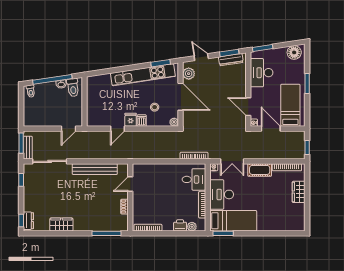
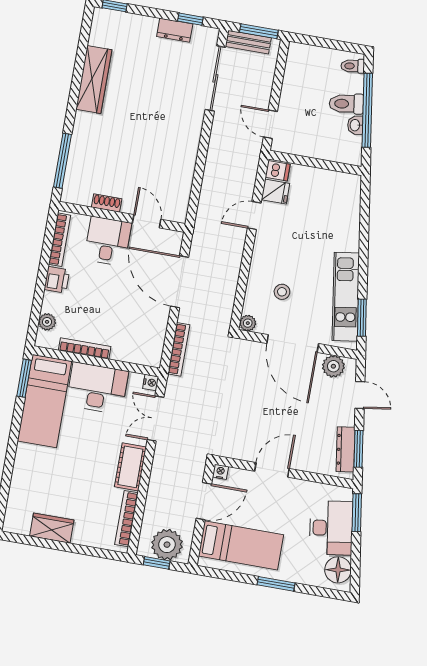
door: (201, 57) -> (360, 395), hinge flipped
desk: (262, 73) -> (331, 528), moved, turned 81
kitchen unit: (143, 75) -> (346, 297), width x0.73
toilet: (73, 88) -> (346, 104), moved
door: (181, 97) -> (293, 343), hinge flipped
door: (248, 107) -> (272, 470), moved
fridge: (131, 120) -> (275, 192), moved
dishwasher: (142, 121) -> (278, 171), moved
door: (117, 129) -> (254, 216), hinge flipped
plant: (297, 144) -> (167, 545), added
door: (159, 161) -> (180, 282), added
bench: (95, 169) -> (186, 160), removed
desk: (194, 179) -> (108, 241), moved, turned 180
wardrobe: (299, 192) -> (52, 528), moved
dresser: (28, 221) -> (175, 30), moved
wardrobe: (61, 225) -> (94, 80), width x1.50
printer: (180, 225) -> (57, 280), moved

